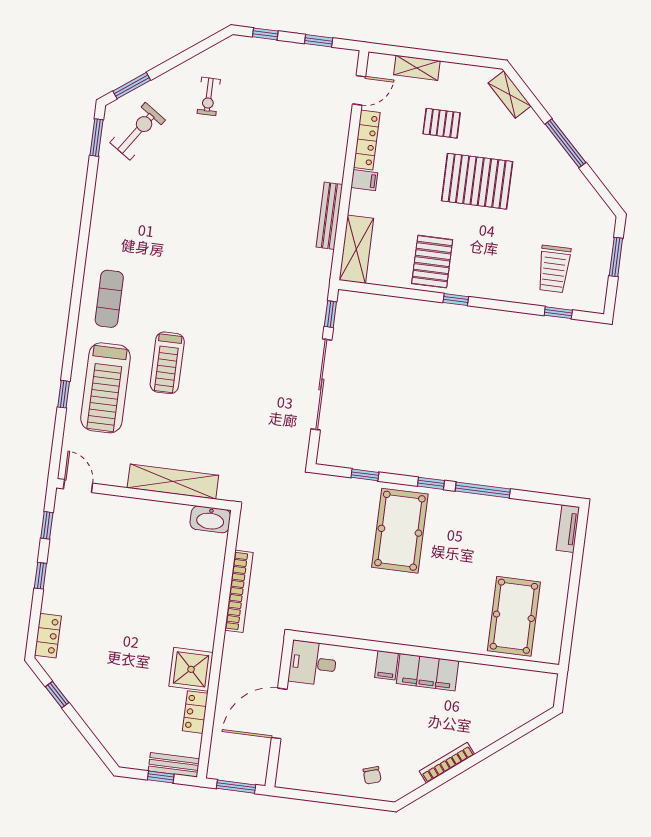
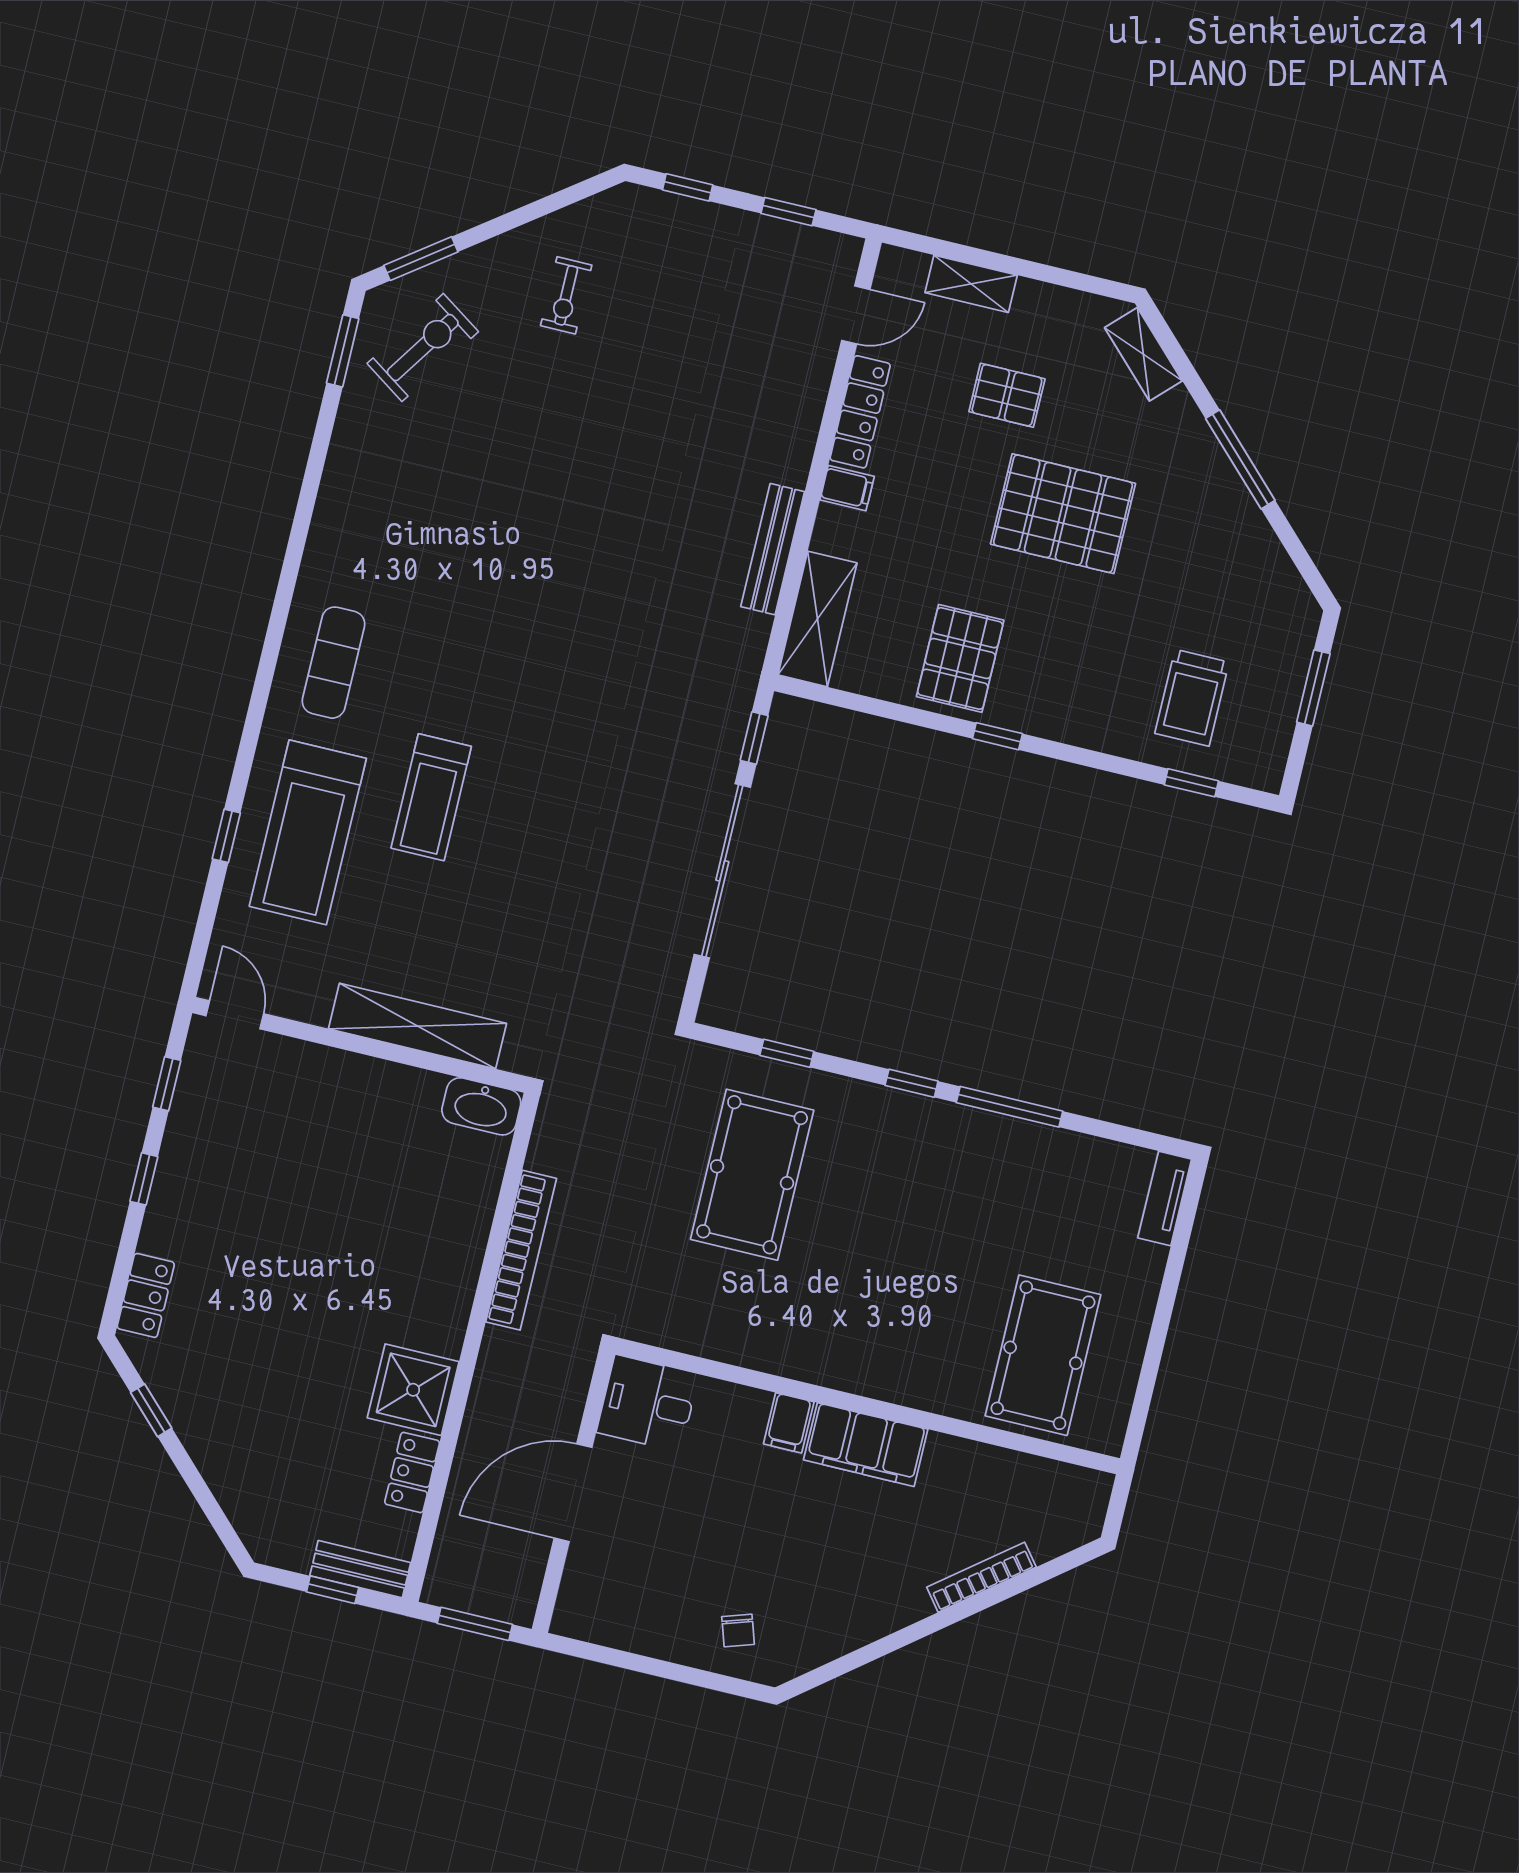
pool table: (400, 531) -> (752, 1175), moved
bookcase: (447, 763) -> (981, 1577), moved

